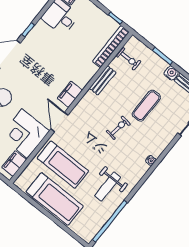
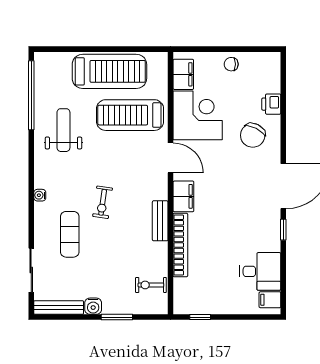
bookcase: (111, 47) -> (180, 245), moved
bench: (103, 80) -> (160, 221), moved
exercise mat: (146, 106) -> (70, 234), moved
treadmill: (55, 199) -> (109, 71), turned 180

